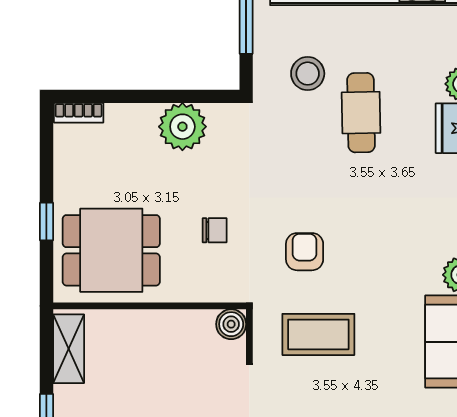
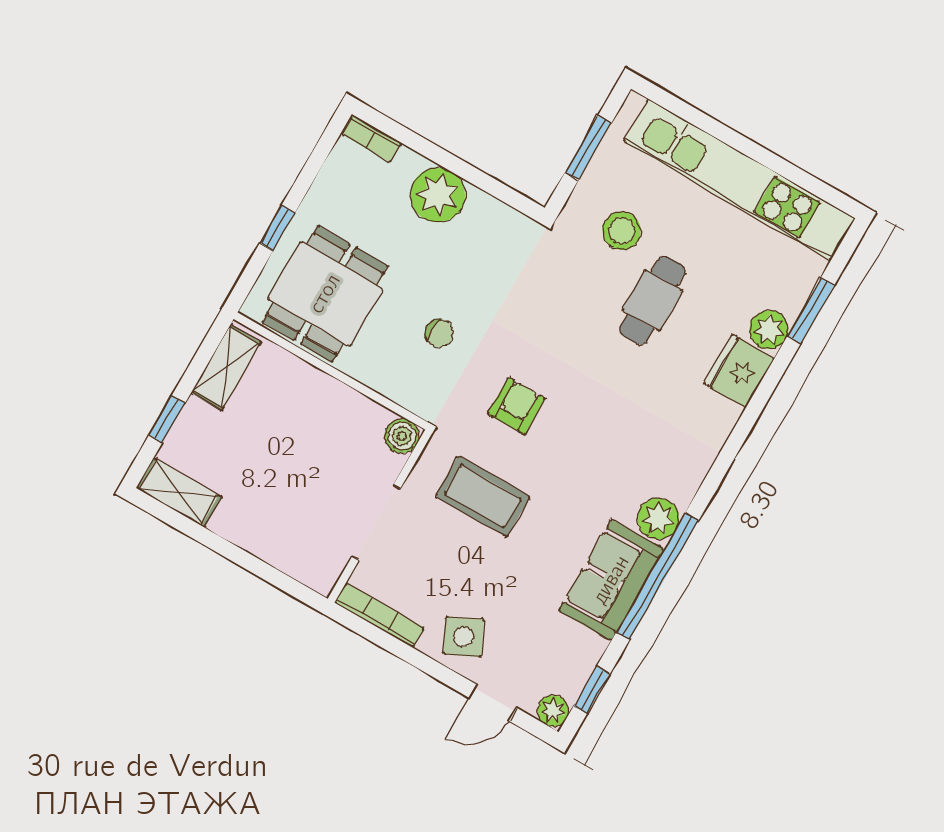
plant: (182, 127) -> (438, 195), moved
dining table: (111, 250) -> (325, 294), turned 90

